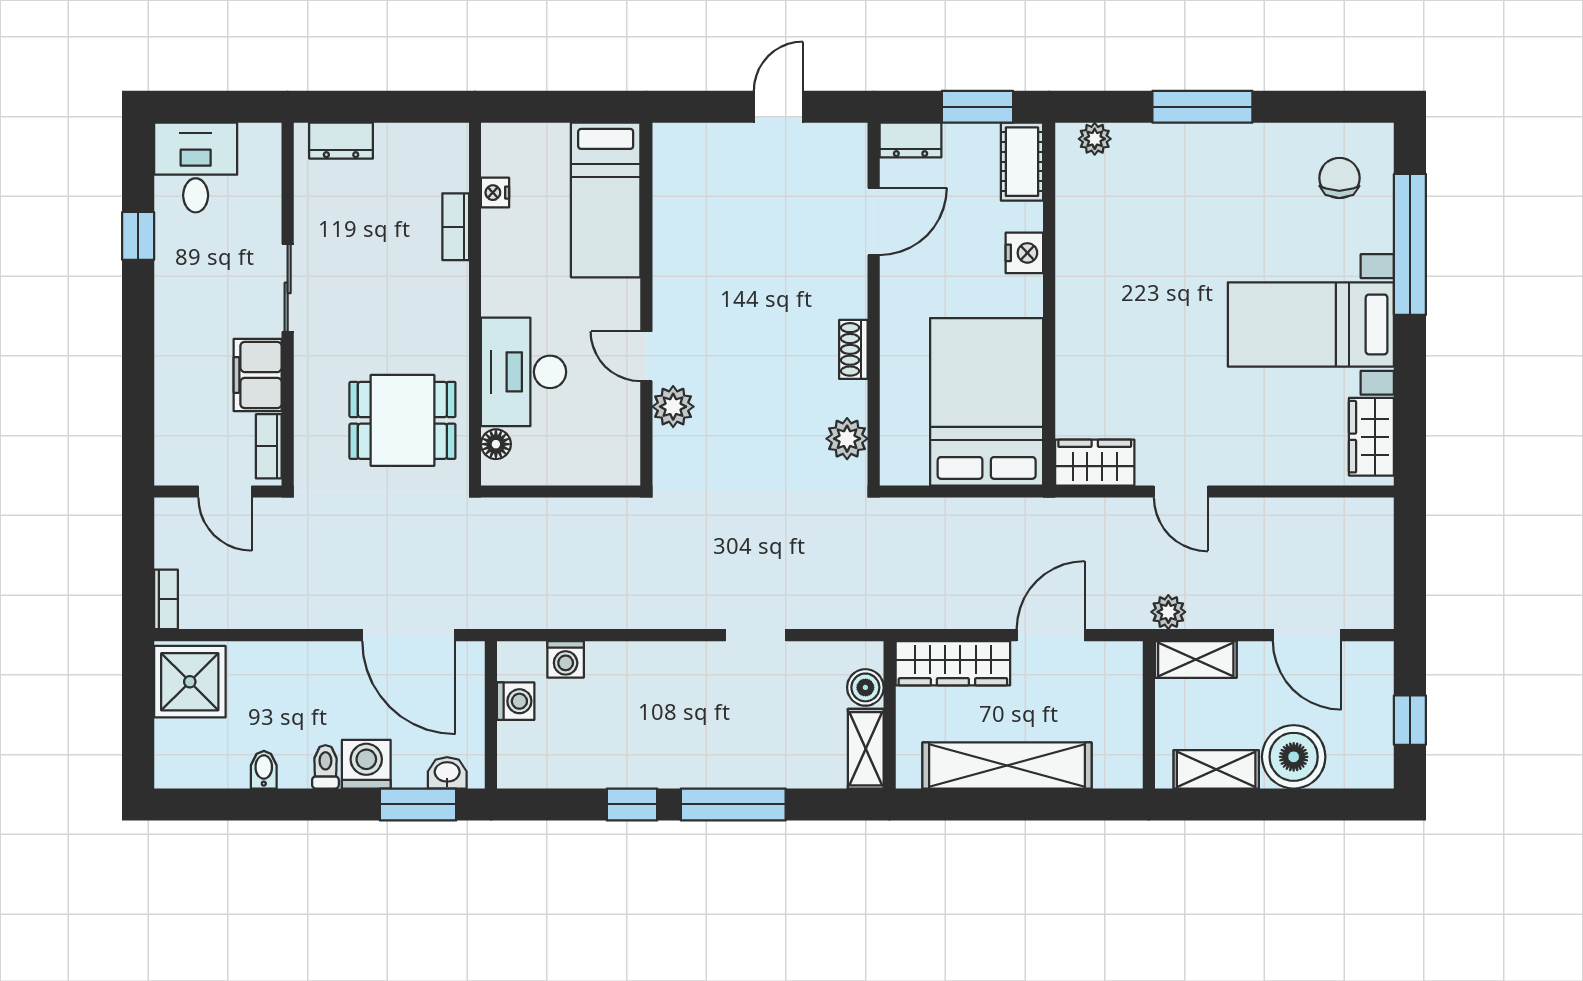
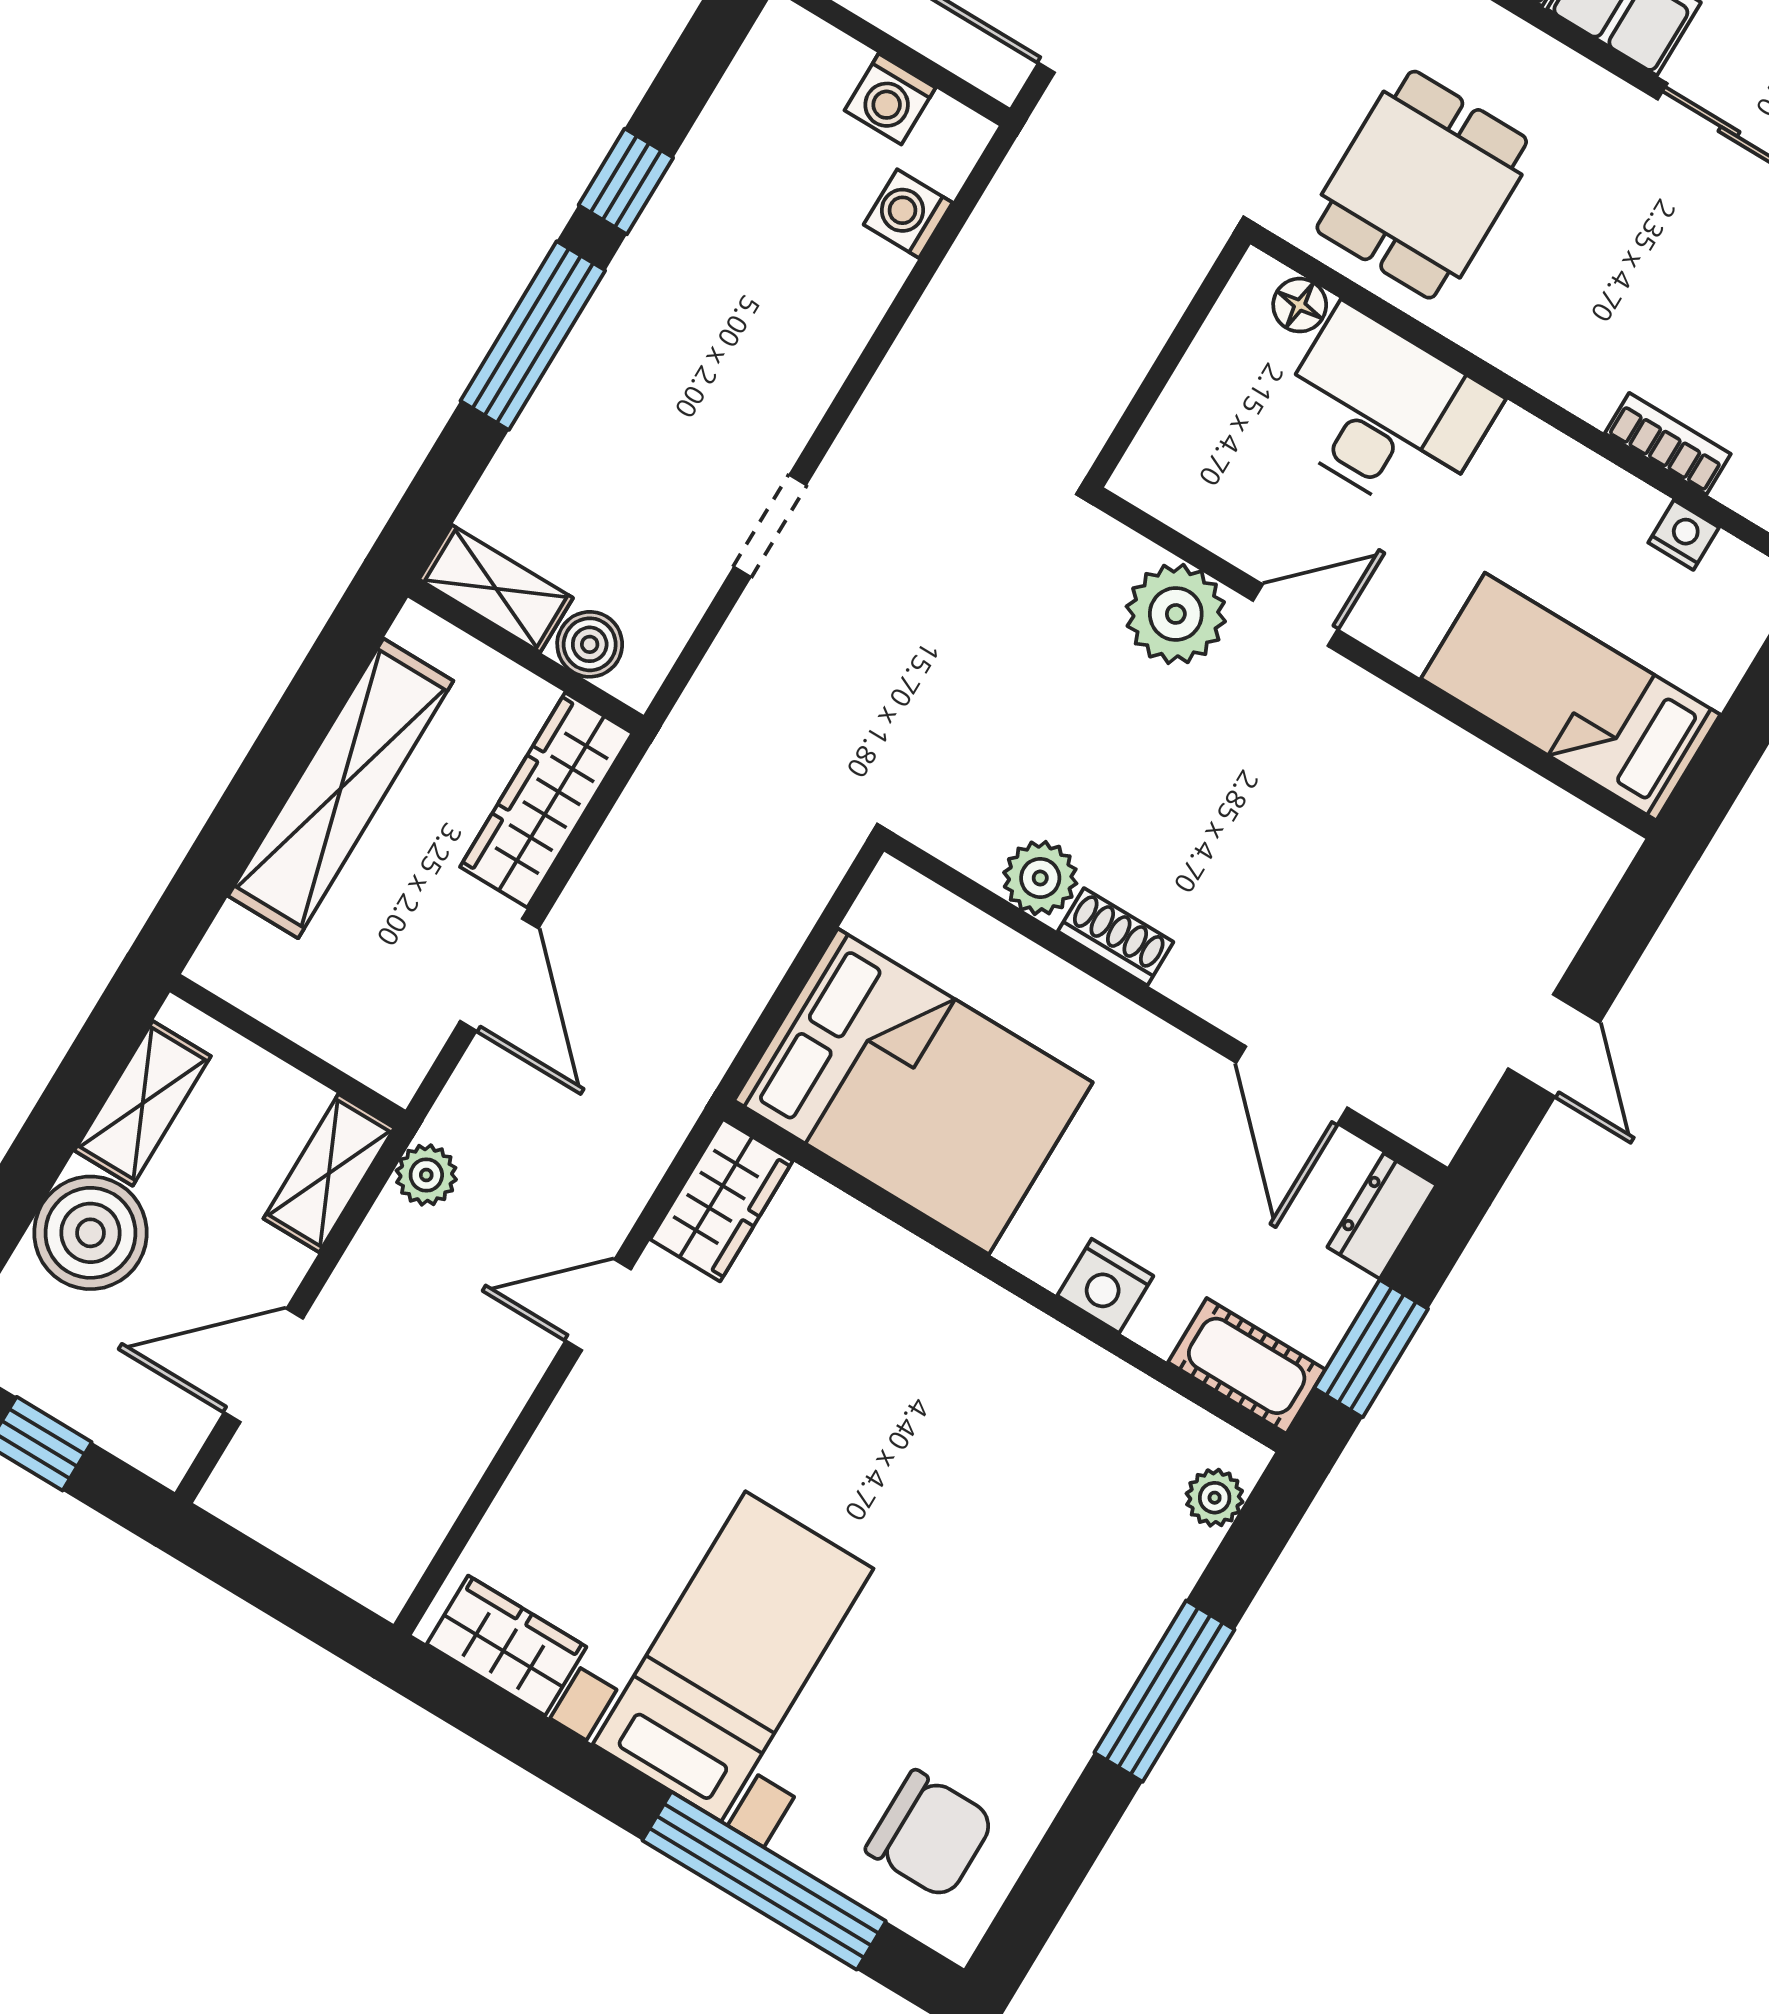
chair: (1339, 178) -> (930, 1834), width x1.37, depth x1.37
plant: (673, 407) -> (1176, 614), width x1.36, depth x1.36
plant: (847, 439) -> (1040, 878), moved

